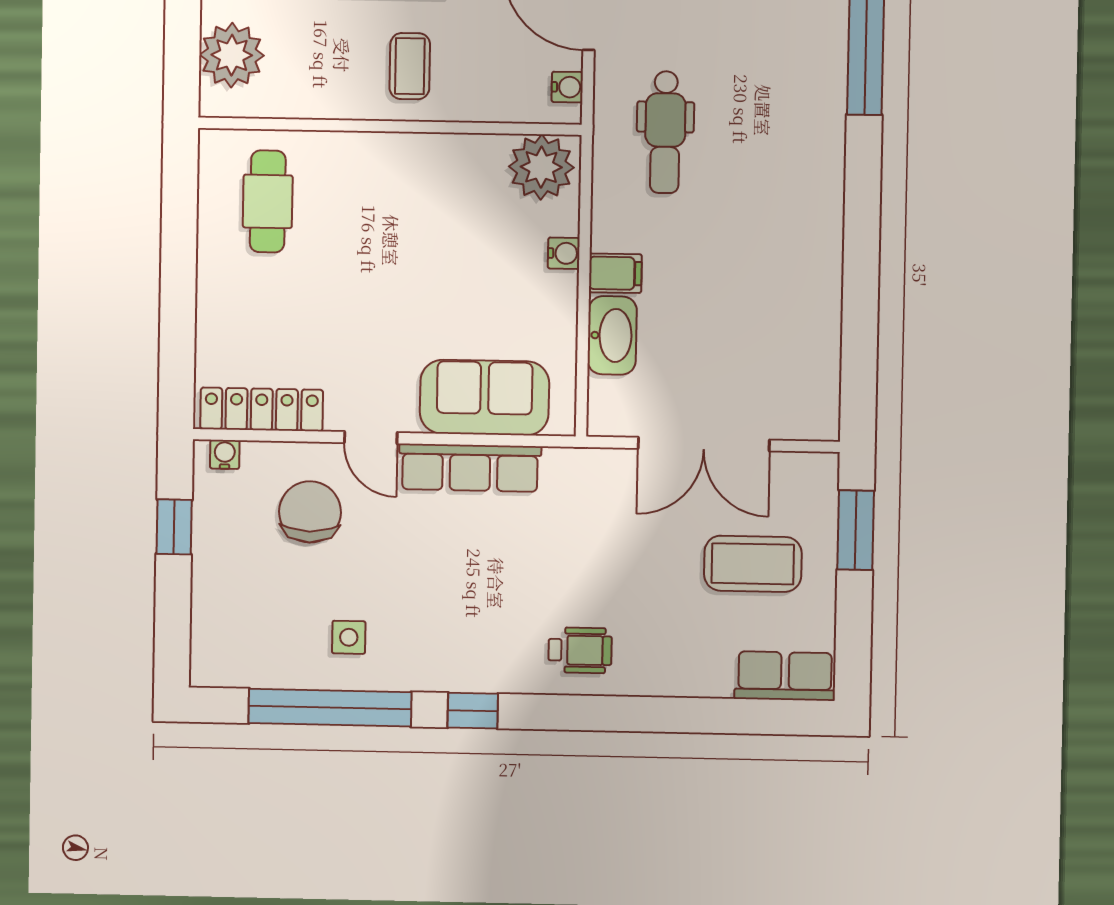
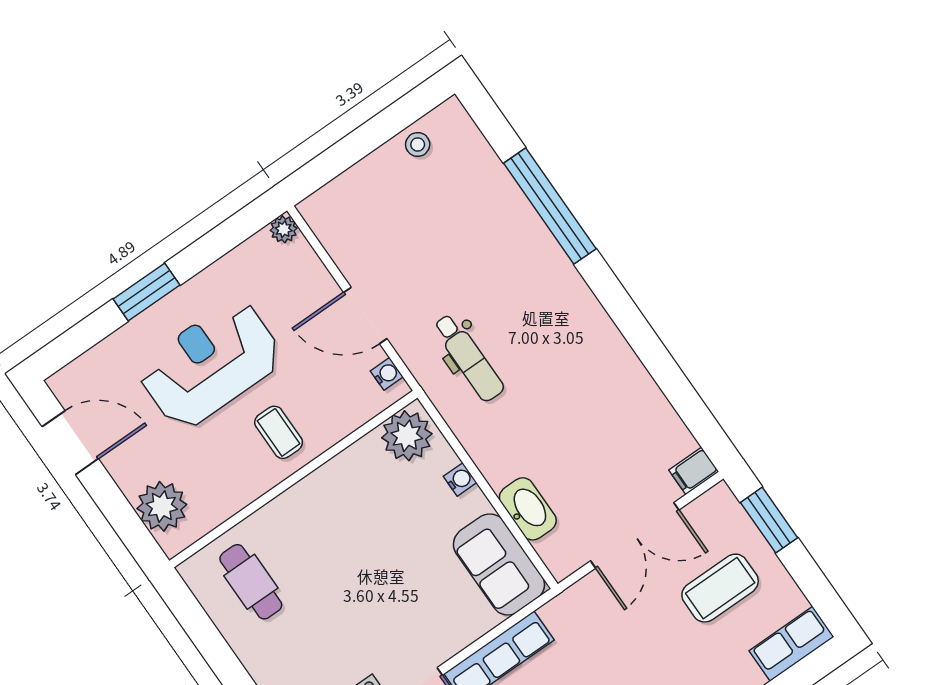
filing cabinet: (615, 273) -> (694, 471), moved, turned 180
sofa: (484, 398) -> (499, 564), moved, turned -90

